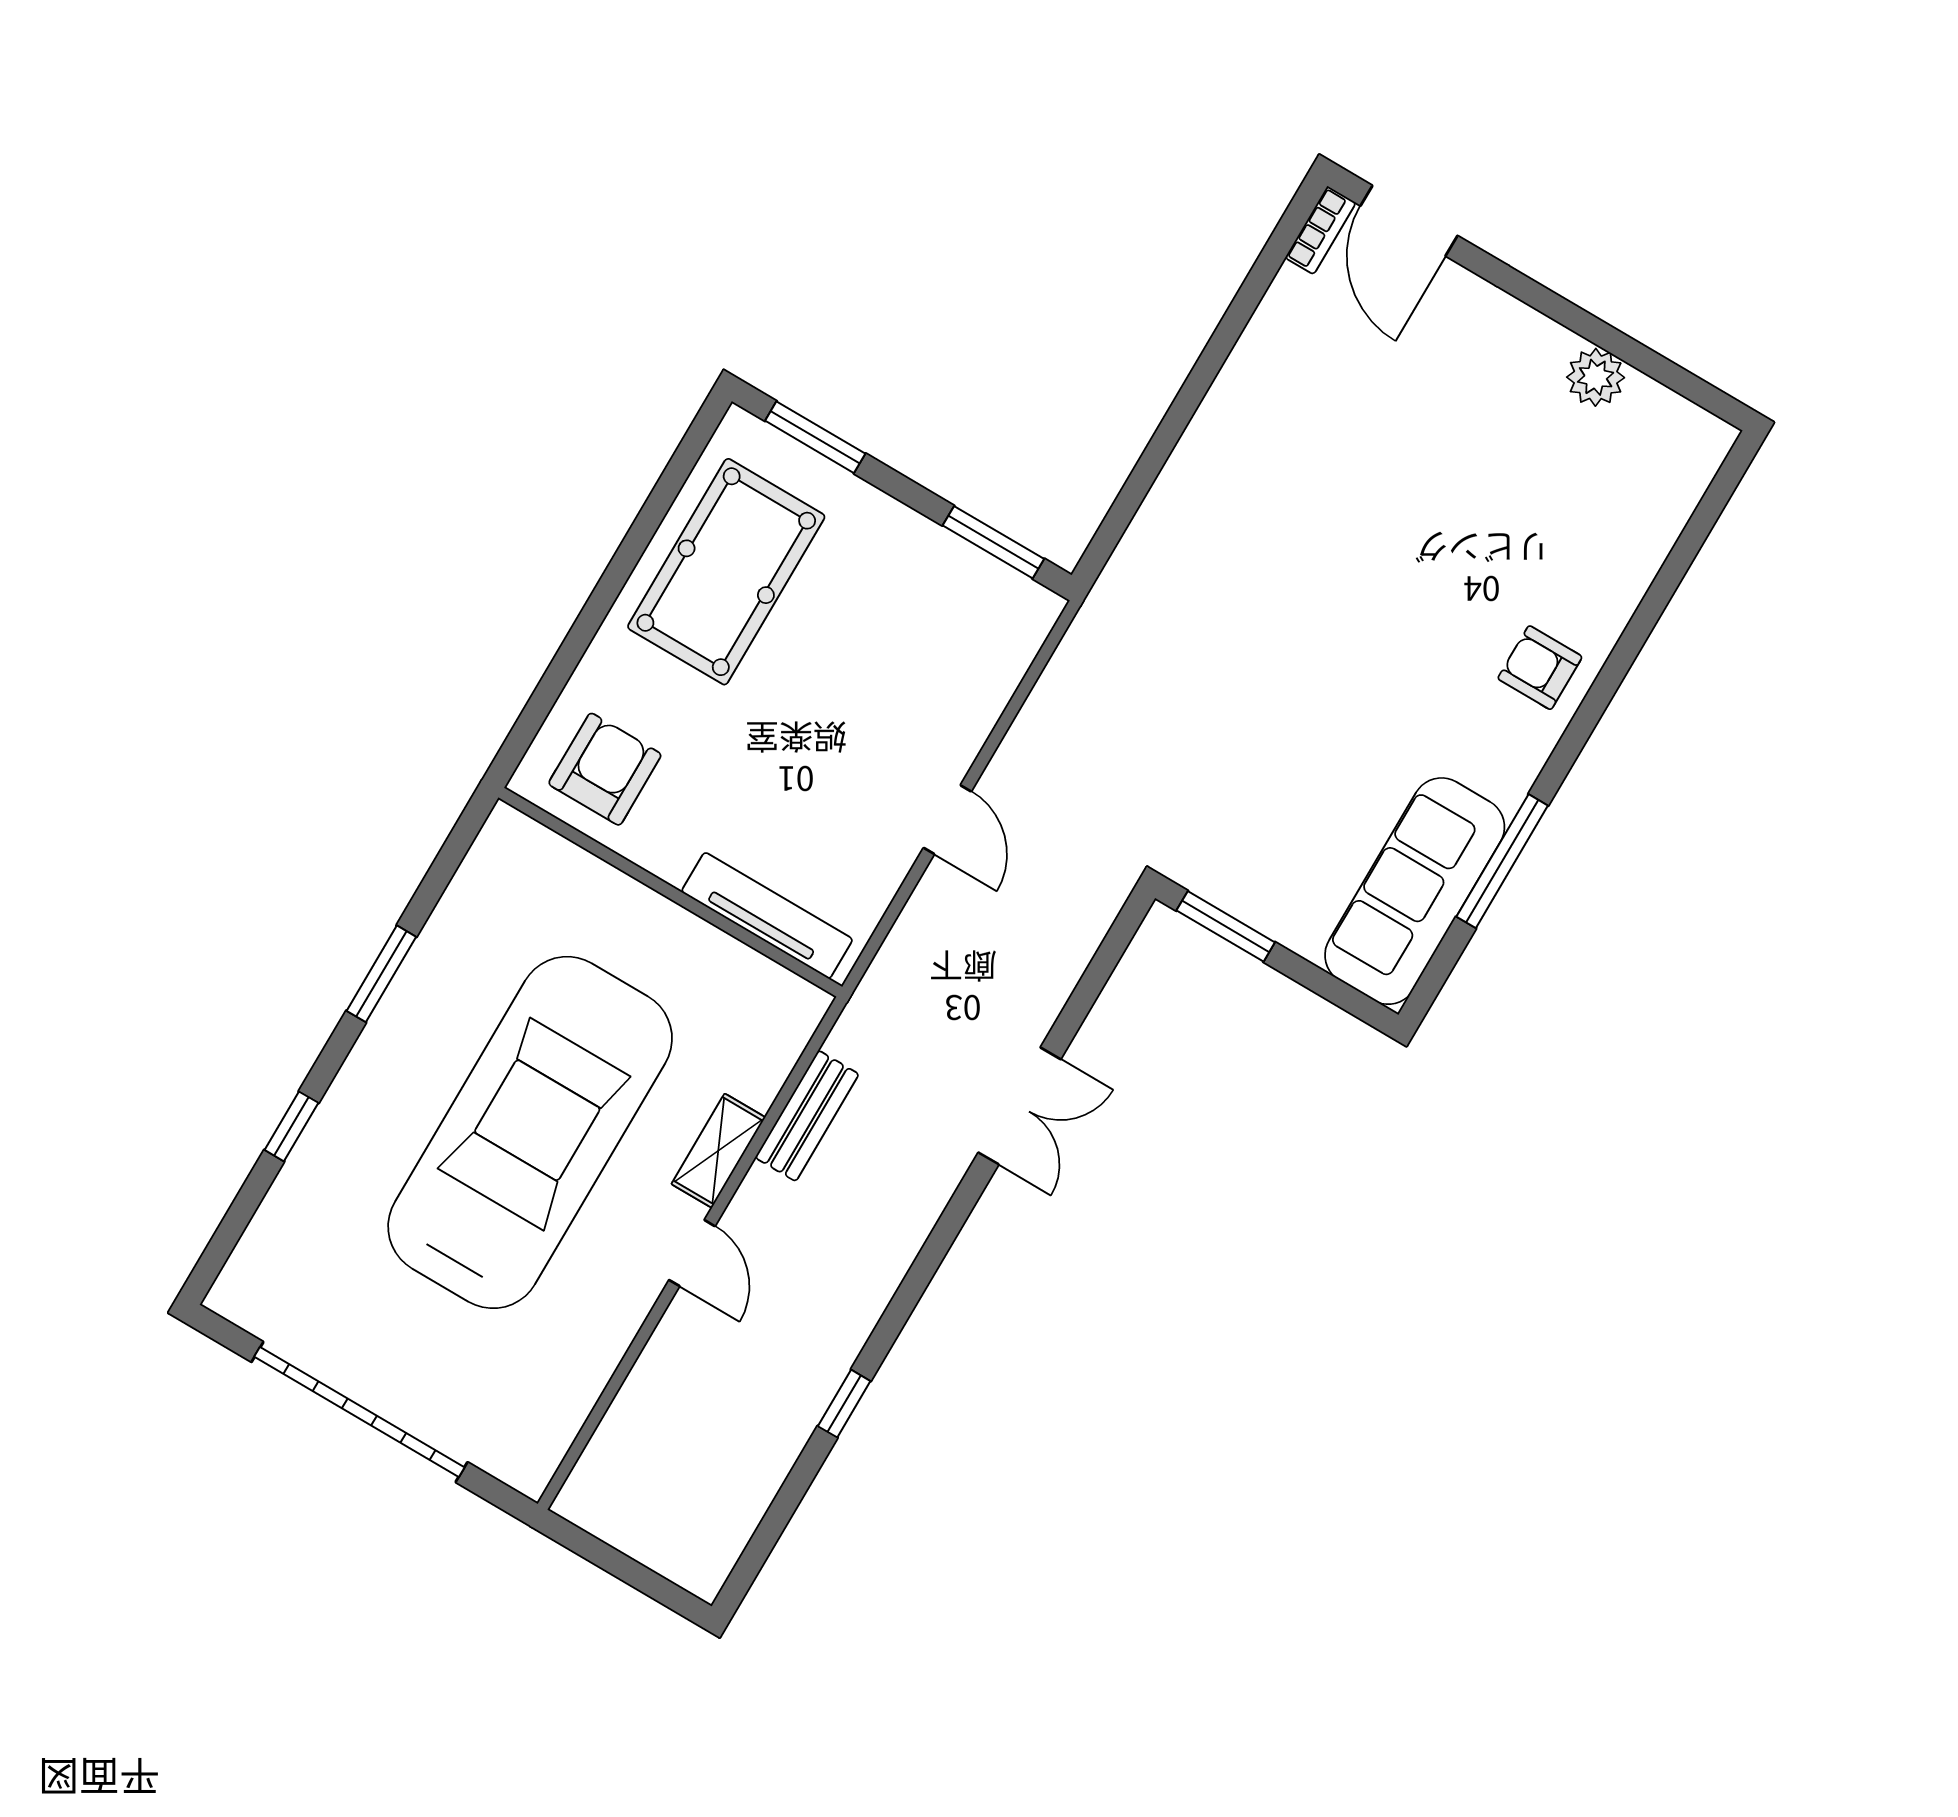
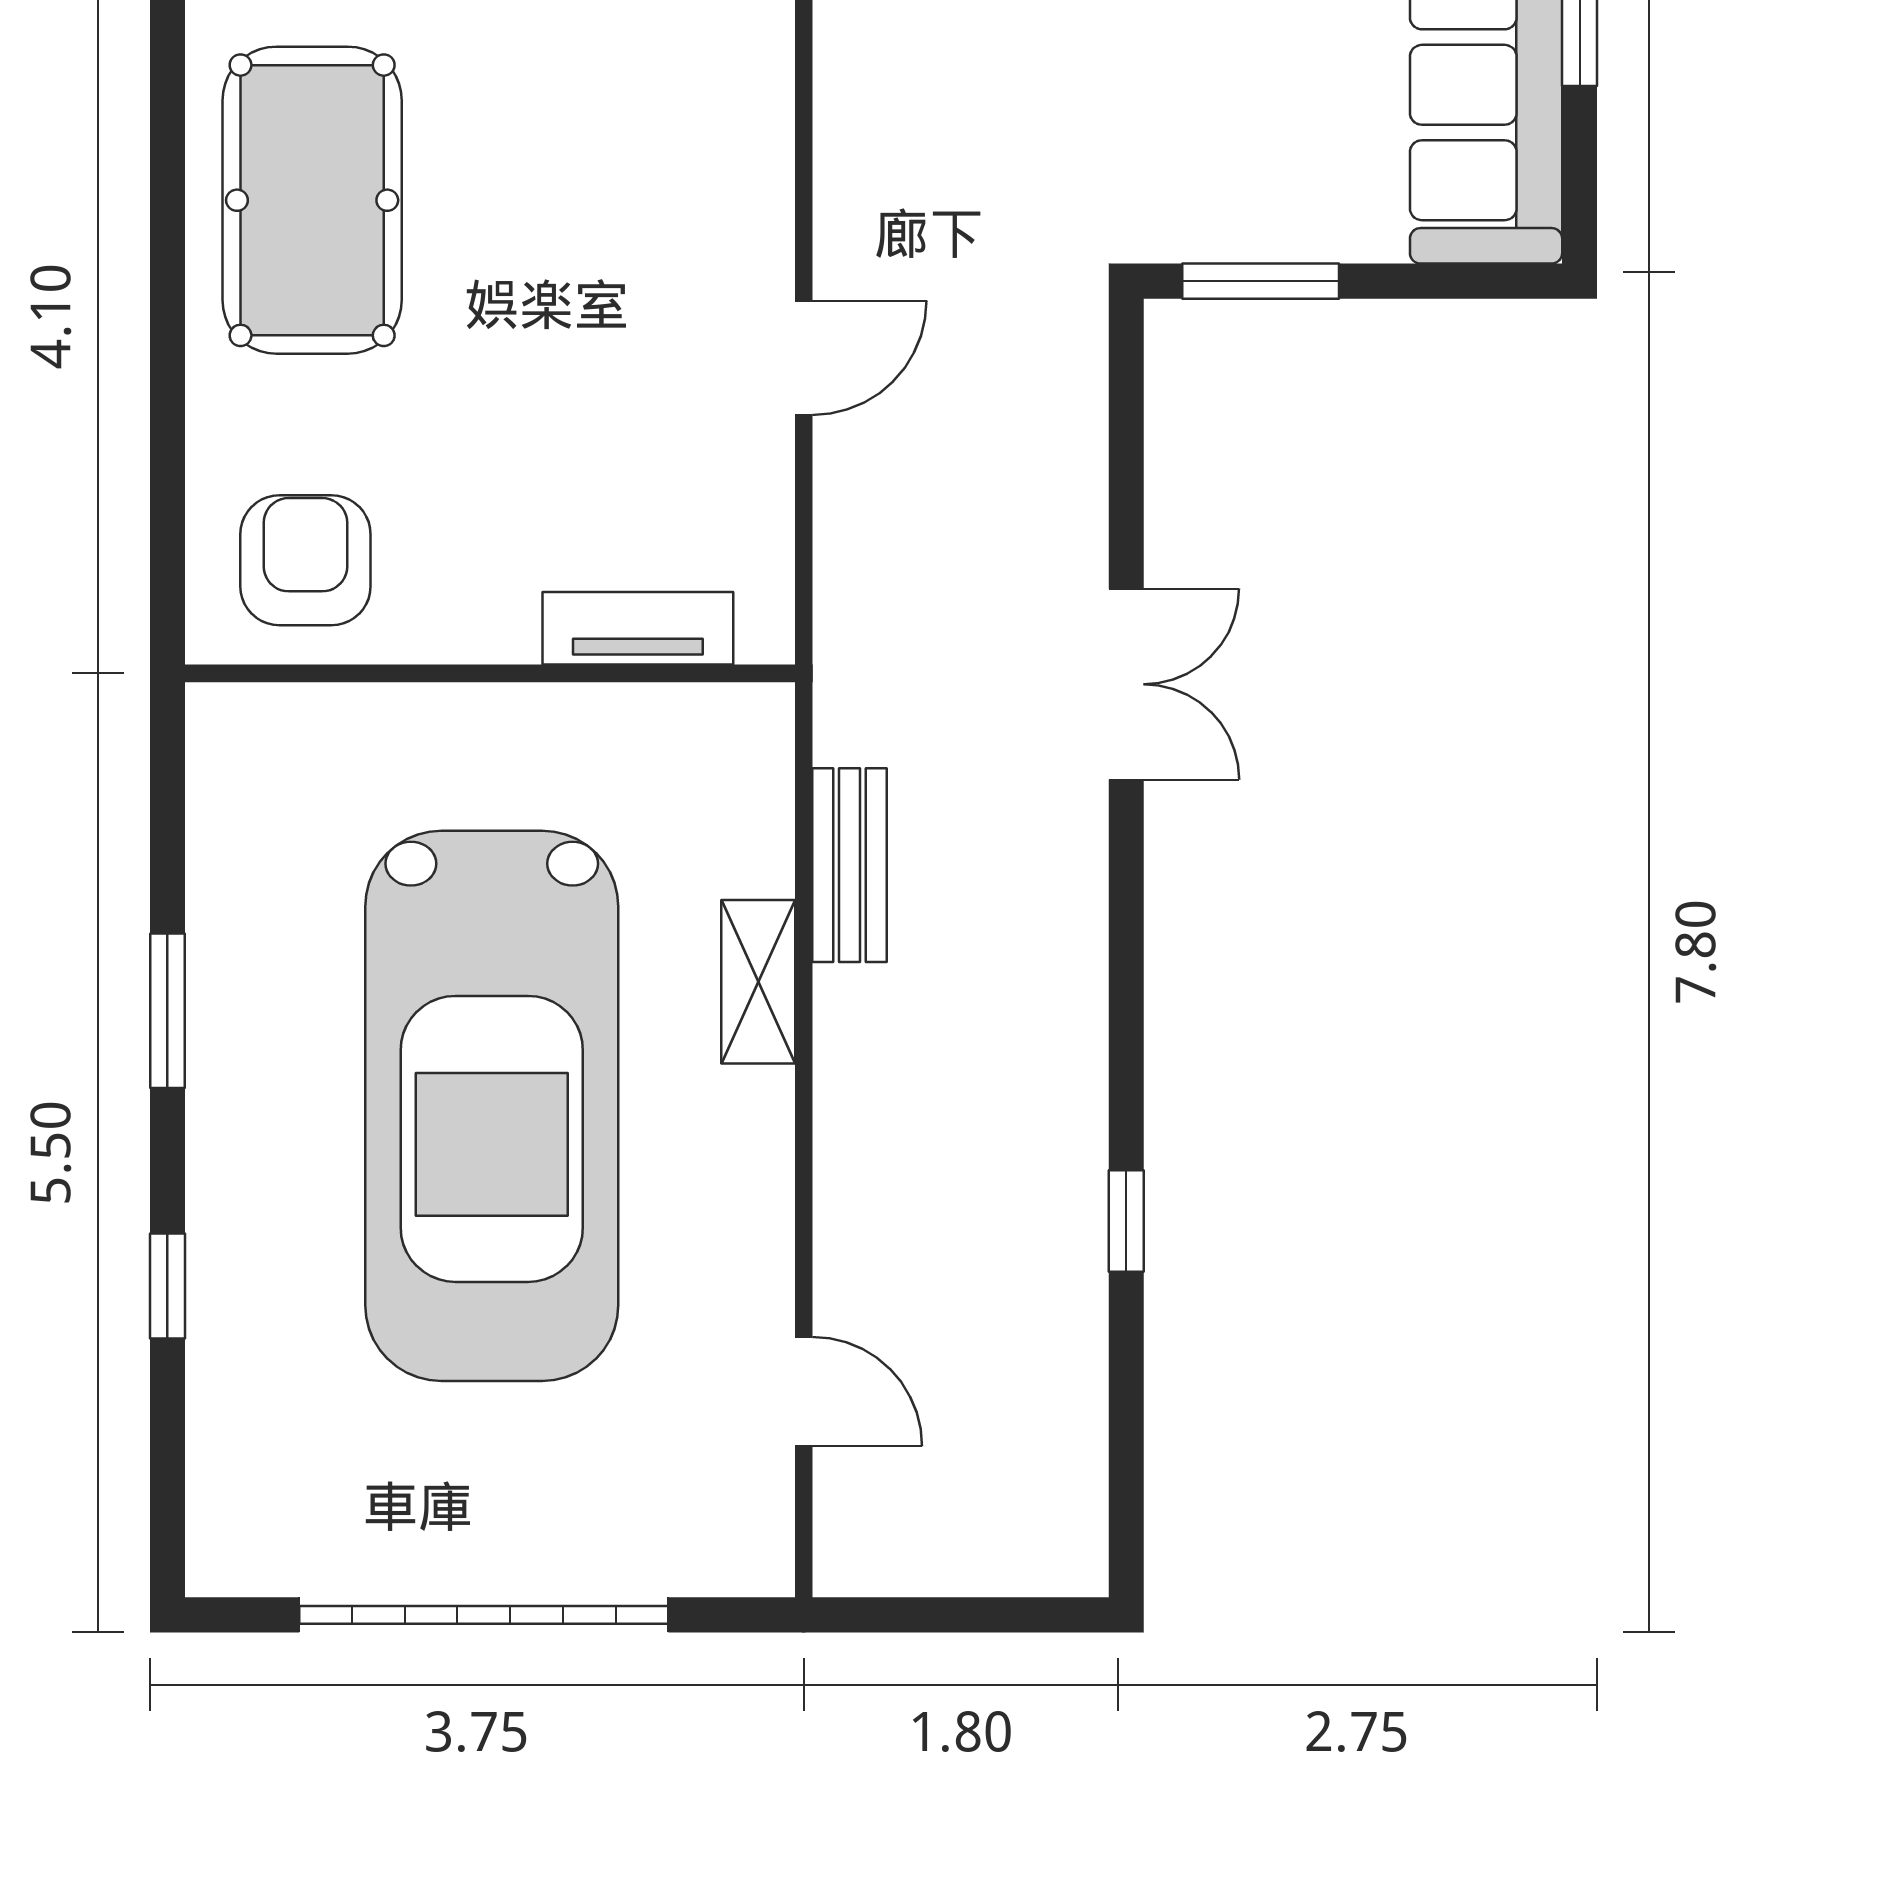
door: (947, 820) -> (804, 358), hinge flipped
tv unit: (767, 915) -> (638, 628), width x0.71
car: (530, 1132) -> (492, 1106), turned 180
door: (692, 1253) -> (804, 1391), moved

